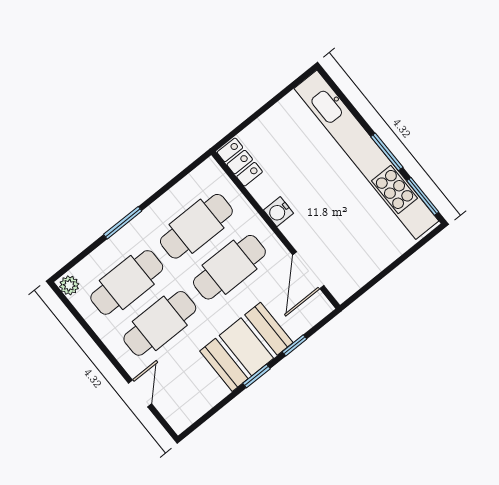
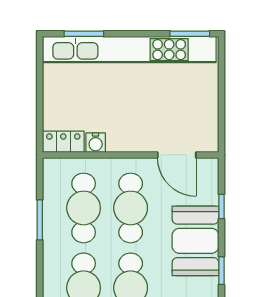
window: (387, 152) -> (84, 34), moved
water cooler: (279, 212) -> (96, 143), moved
window: (123, 223) -> (40, 220), moved
window: (257, 376) -> (221, 271), moved

